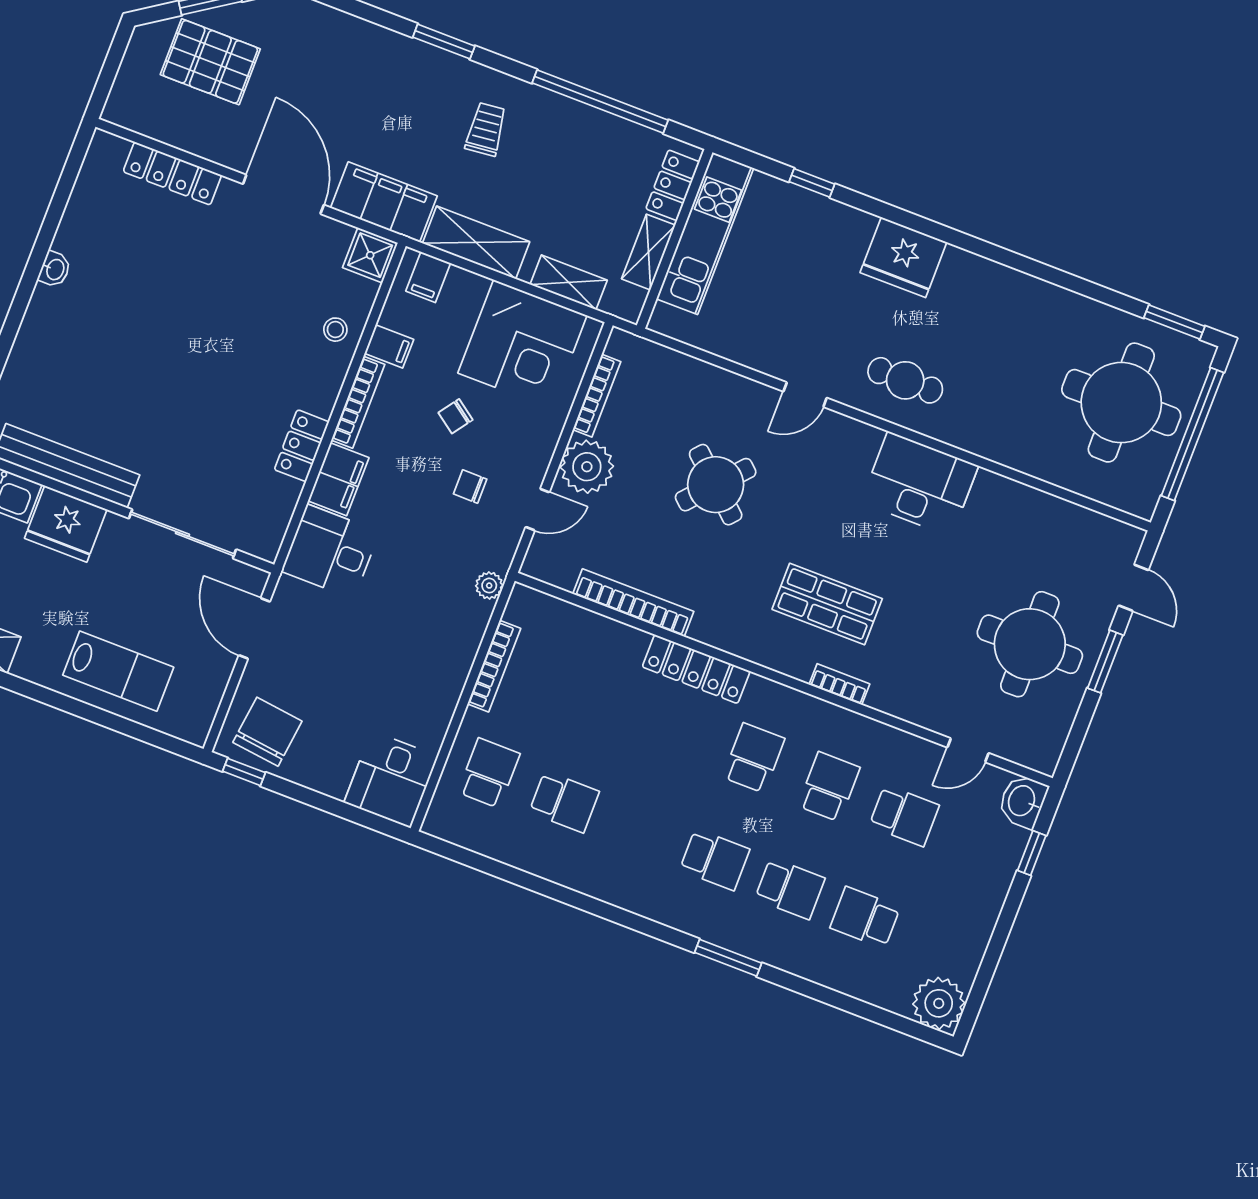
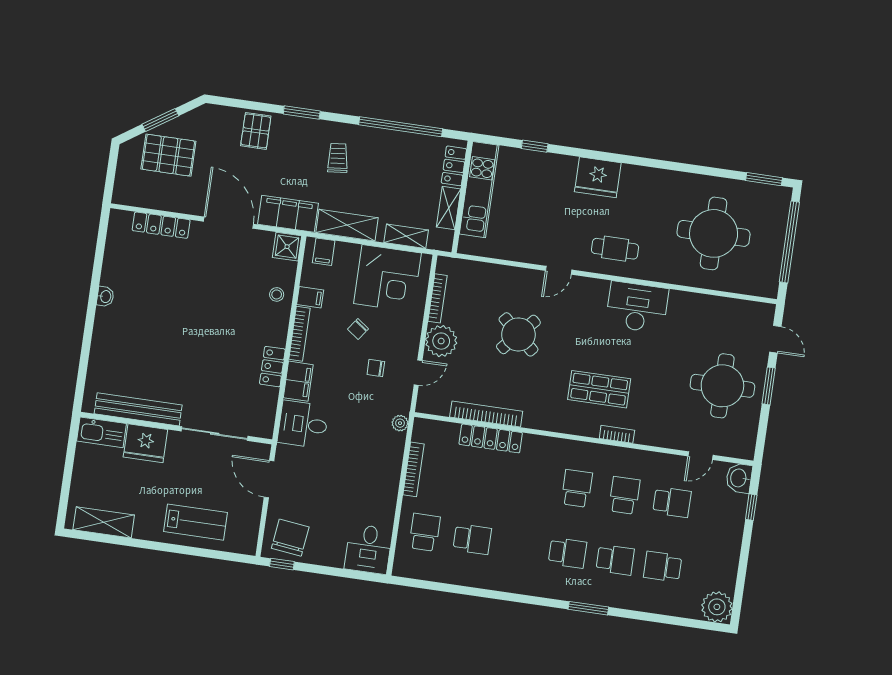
pallet: (362, 55) -> (256, 131), added
round table: (1121, 403) -> (714, 233), moved
locker: (696, 669) -> (491, 438), moved

